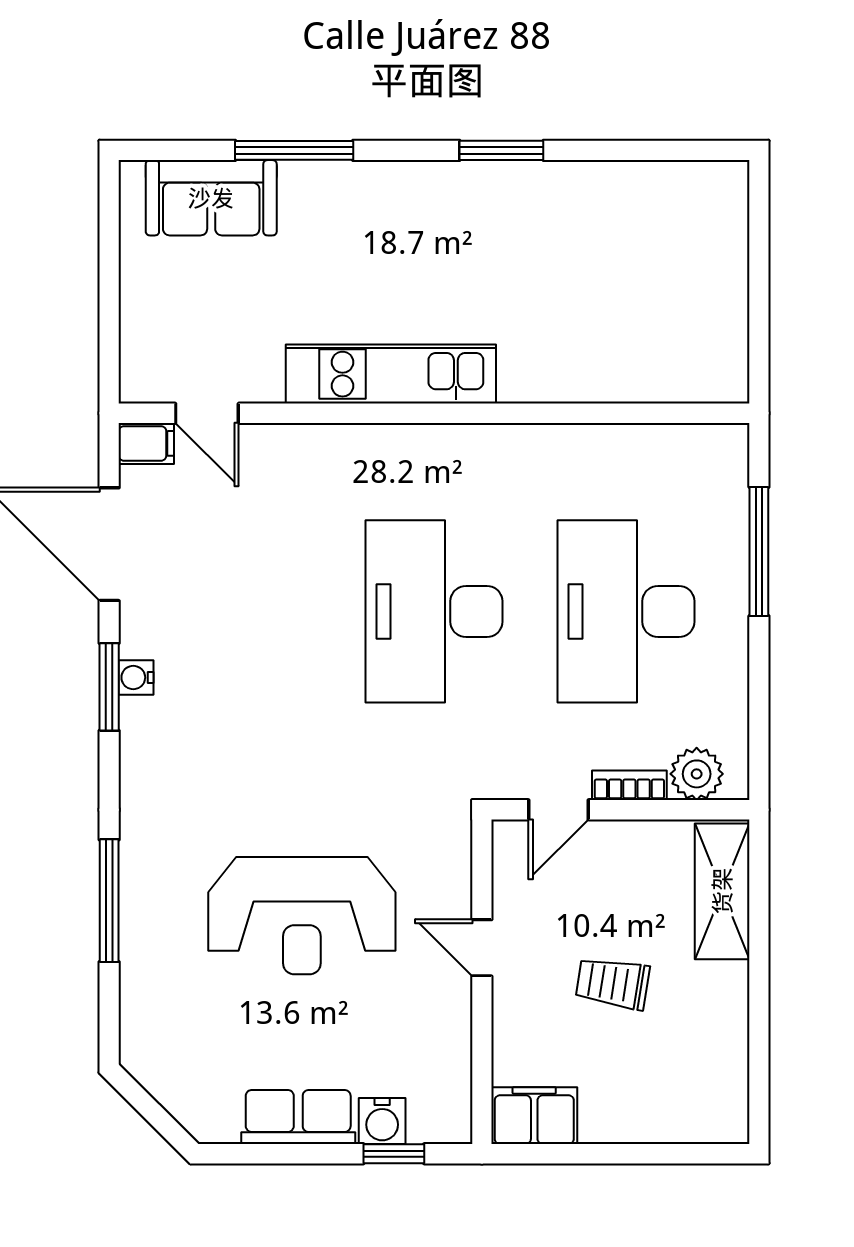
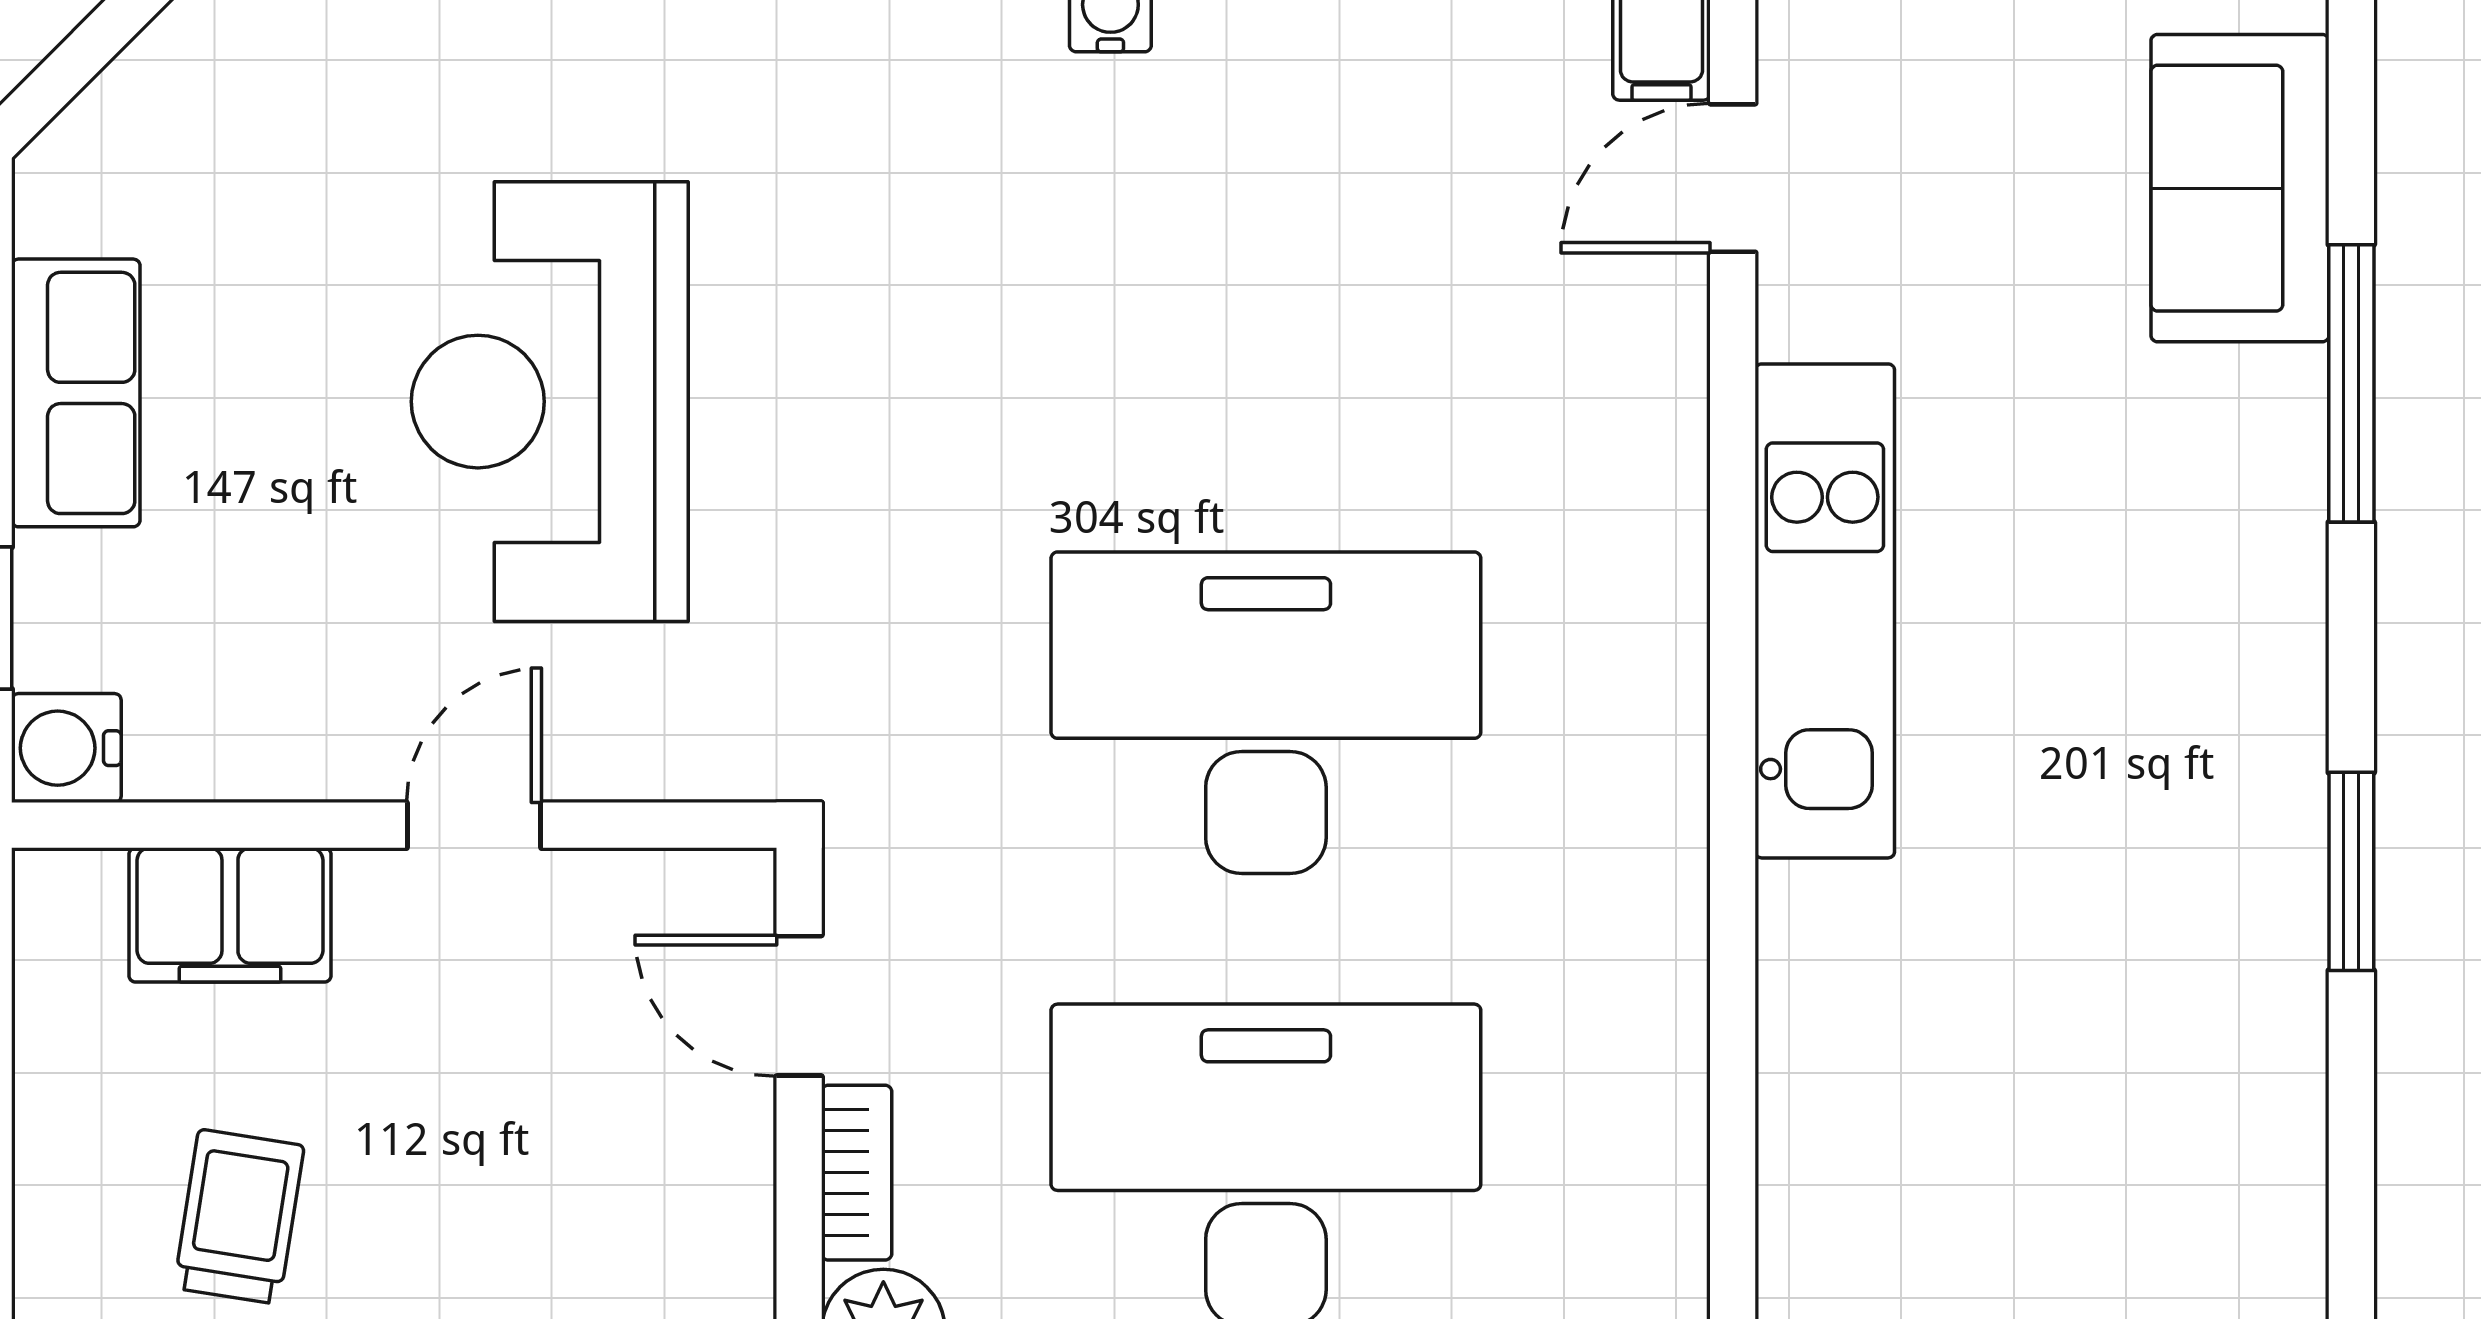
trolley: (613, 983) -> (239, 1217), moved
filing cabinet: (534, 1116) -> (230, 915), moved, turned 90
water cooler: (382, 1121) -> (66, 748), moved

